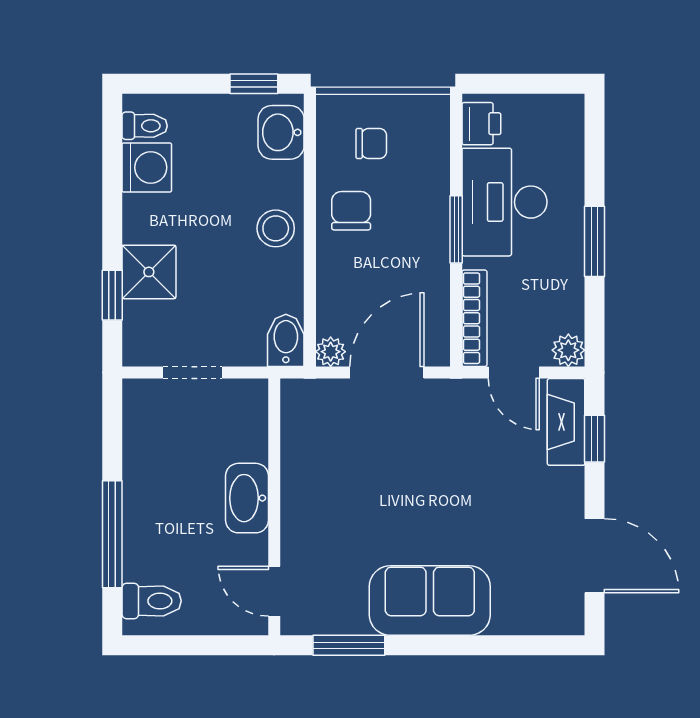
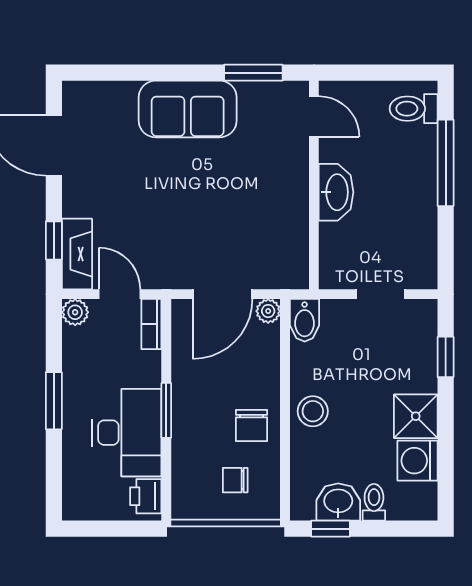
toilet: (145, 126) -> (374, 502), moved, turned 90
washbasin: (281, 132) -> (338, 502), moved, turned -90
shower: (149, 272) -> (416, 416), moved
bookcase: (474, 318) -> (151, 324), width x0.64

